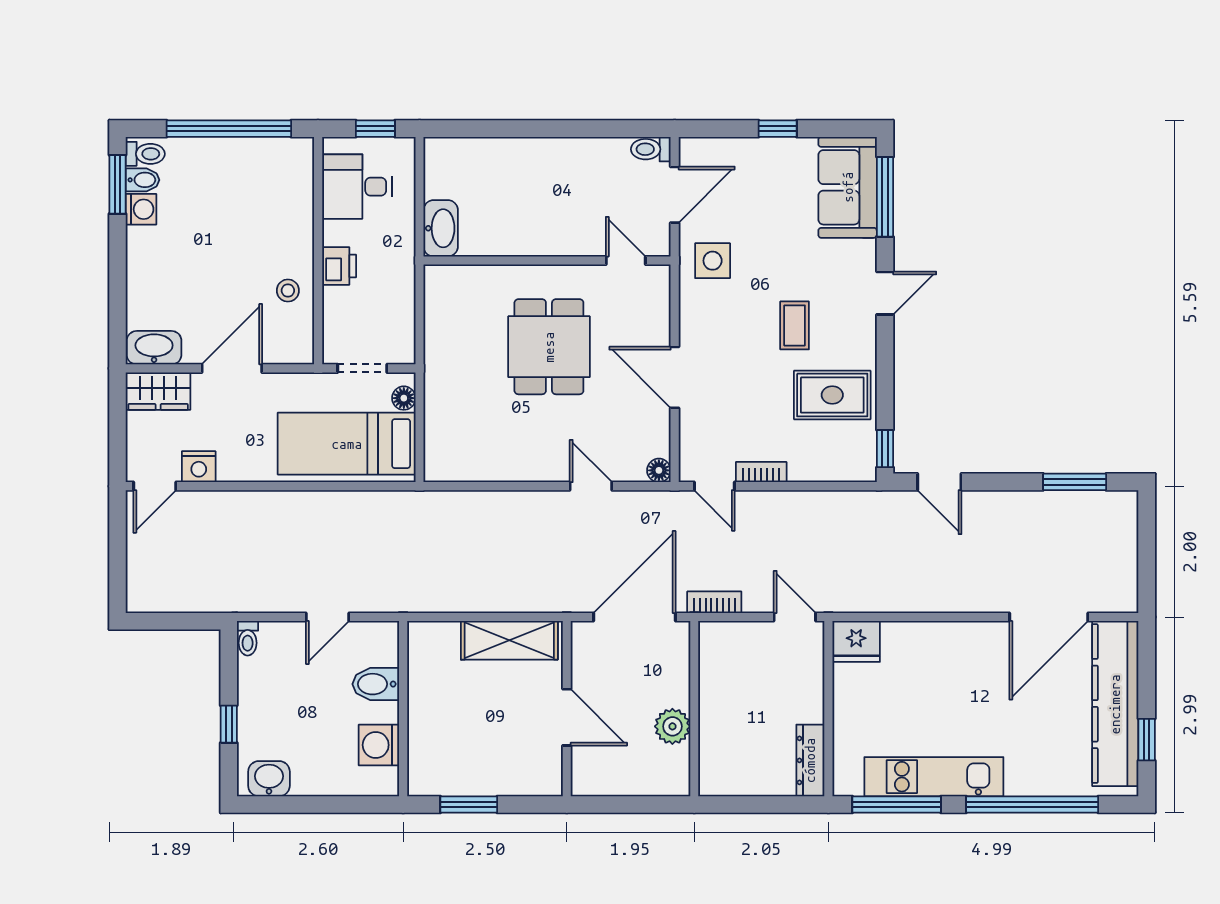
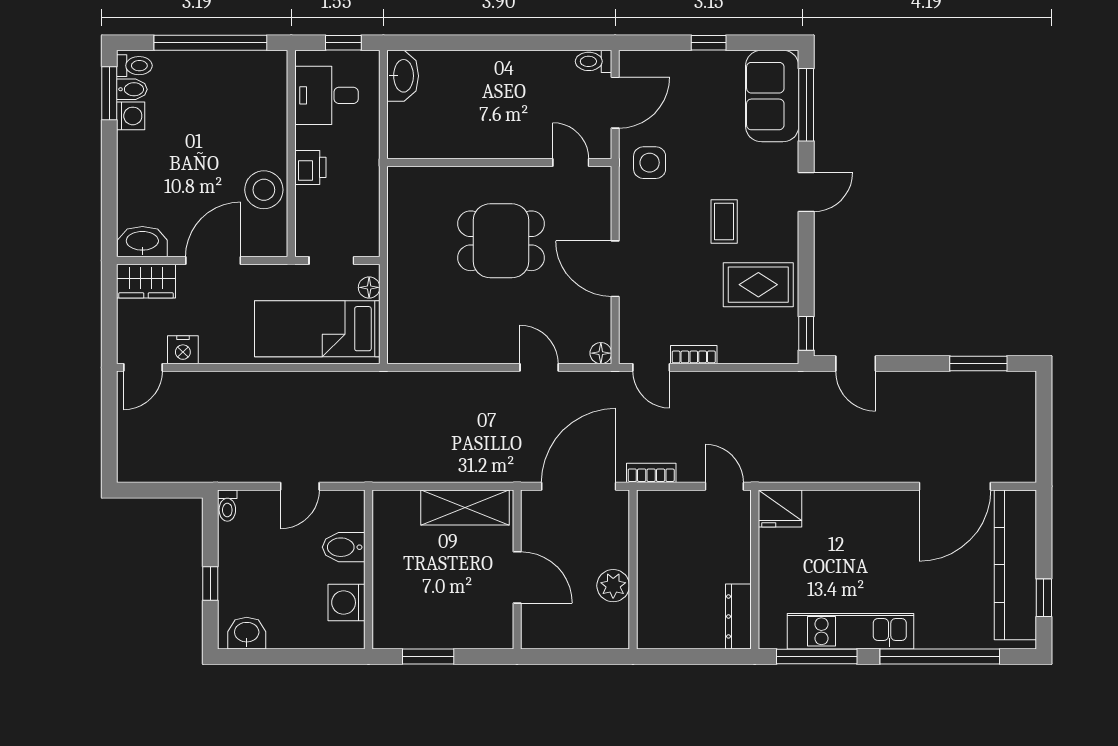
washbasin: (441, 228) -> (403, 76), moved
stool: (288, 291) -> (264, 190), width x1.89, depth x1.89
dining table: (549, 347) -> (501, 241), turned 90

